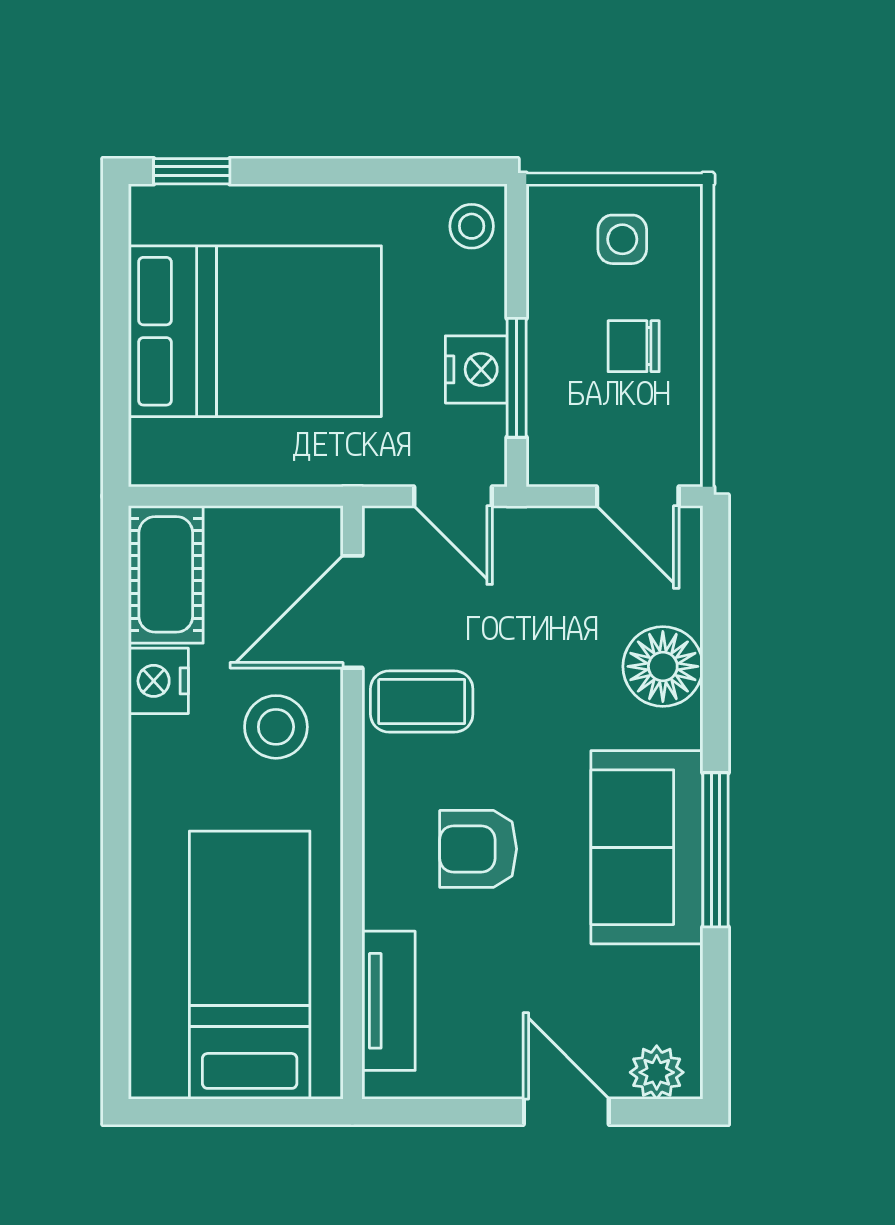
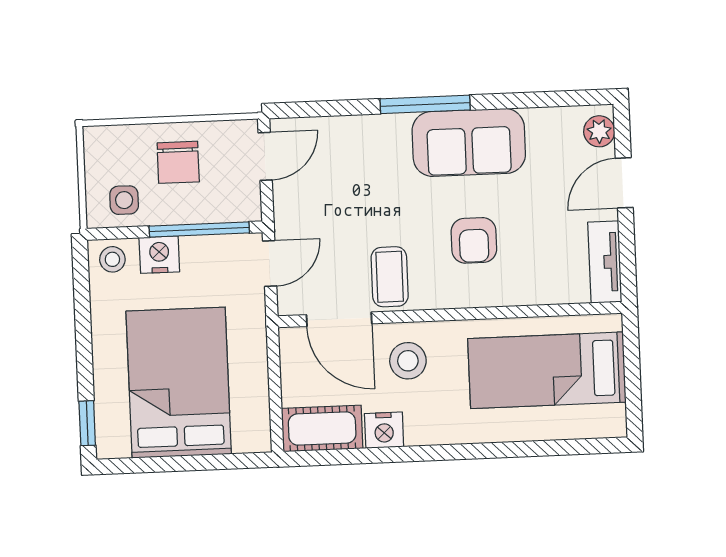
side table: (622, 239) -> (124, 200), moved
chair: (634, 346) -> (178, 162), width x1.37, depth x1.37
nightstand: (476, 369) -> (159, 255), moved
window: (517, 378) -> (199, 230), width x1.44
floor lamp: (663, 666) -> (363, 138), removed
window: (715, 850) -> (425, 104), moved
tv unit: (389, 1001) -> (605, 262), moved, turned -90

